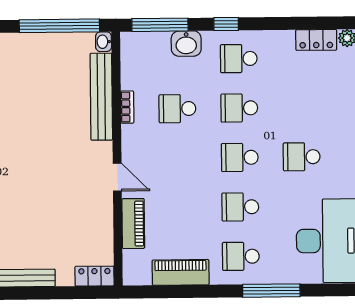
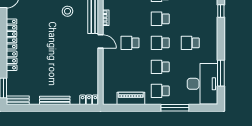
stool: (48, 94) -> (68, 11), added
school desk: (177, 109) -> (130, 43), moved
door: (117, 177) -> (101, 41), moved
piano: (133, 224) -> (108, 74), removed

